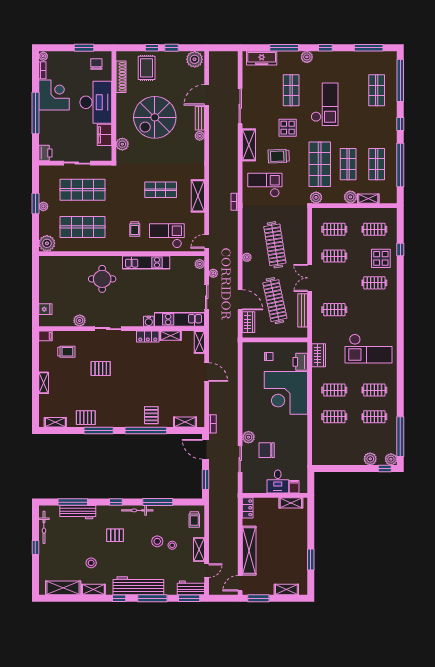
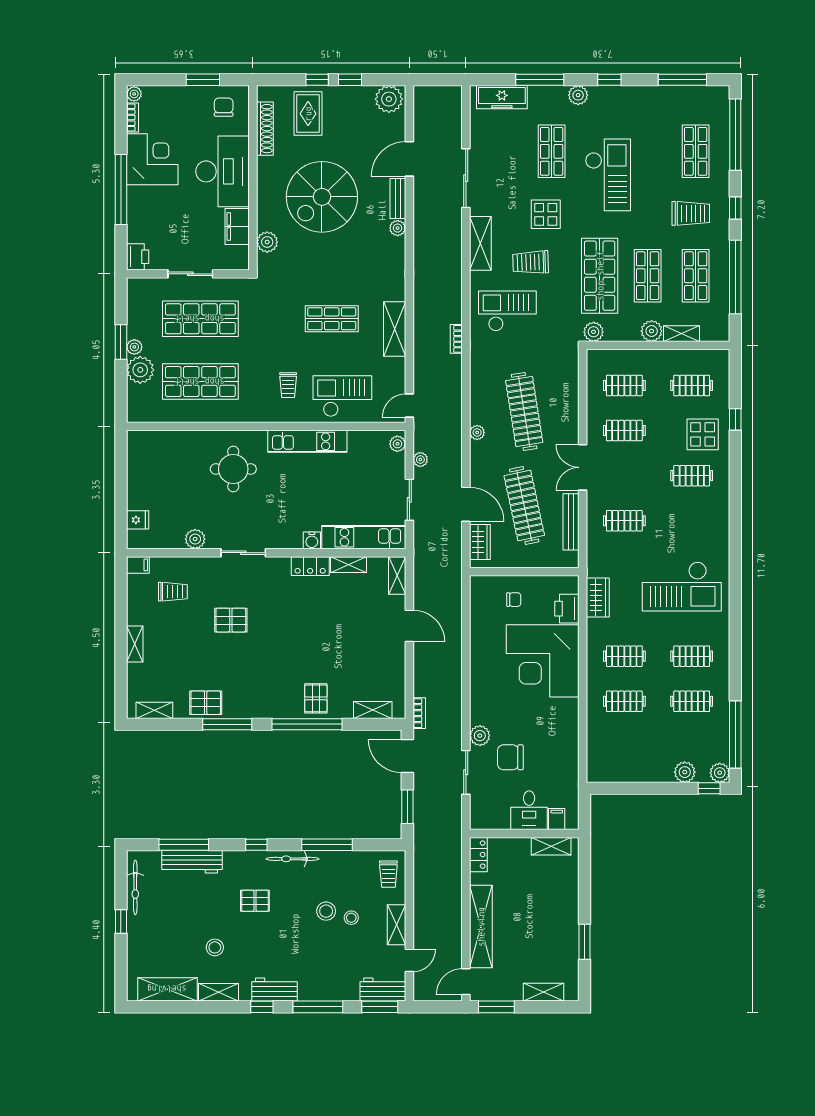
trolley: (374, 127) -> (691, 213), added
plant: (47, 243) -> (140, 370), moved
workbench: (138, 586) -> (275, 990), width x0.53, depth x0.76

